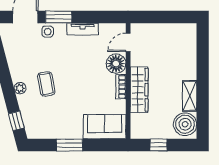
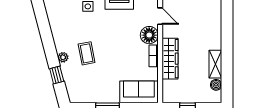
door: (128, 42) -> (160, 16), swing flipped
window: (16, 121) -> (57, 75), moved
boiler: (185, 124) -> (216, 85), width x0.54, depth x0.54

